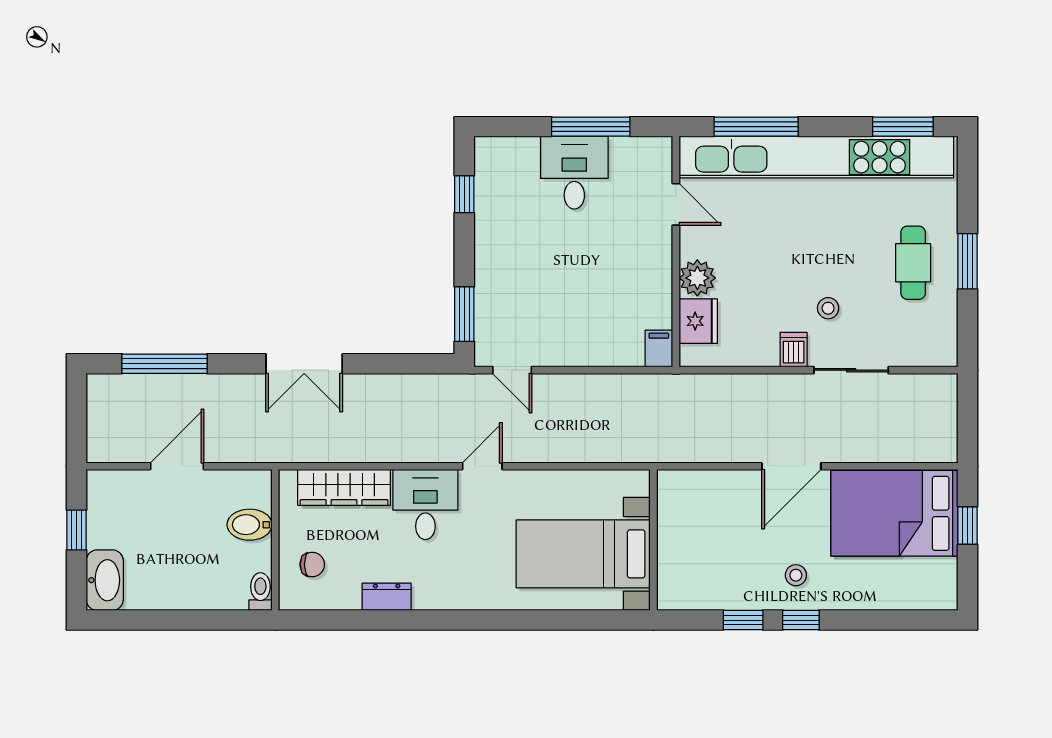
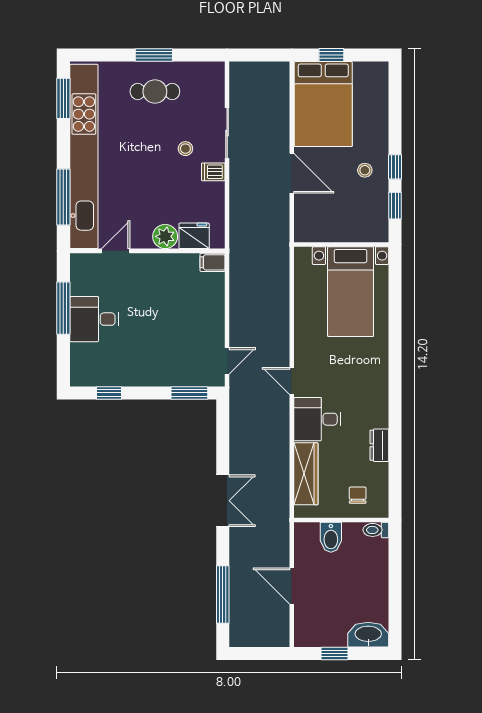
wall: (653, 540) -> (341, 244), moved
bed with nightstands: (583, 554) -> (351, 292), moved

